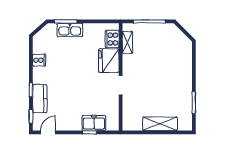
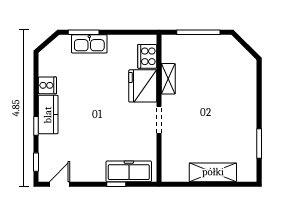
shelving: (127, 42) -> (168, 79), moved
kitchen counter: (40, 99) -> (48, 115), moved
freezer: (94, 123) -> (129, 171), width x1.40

